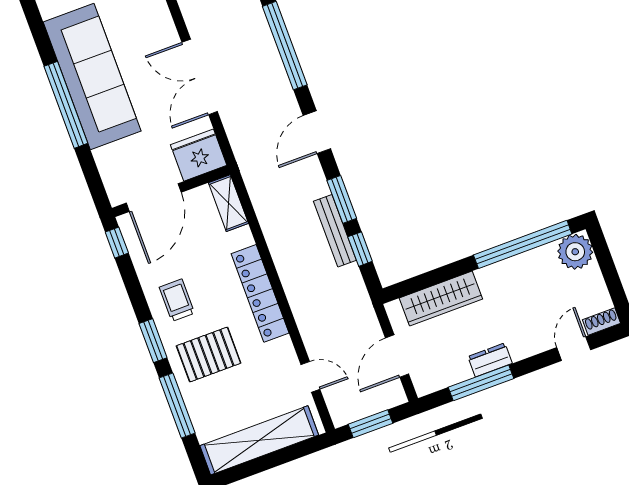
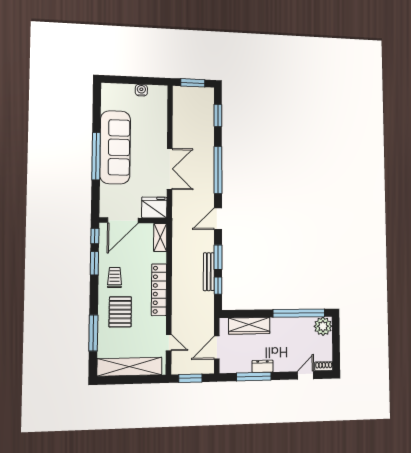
double door: (200, 77) -> (170, 169), swing flipped
window: (153, 341) -> (94, 263), moved
pallet: (209, 355) -> (120, 312), turned 90

